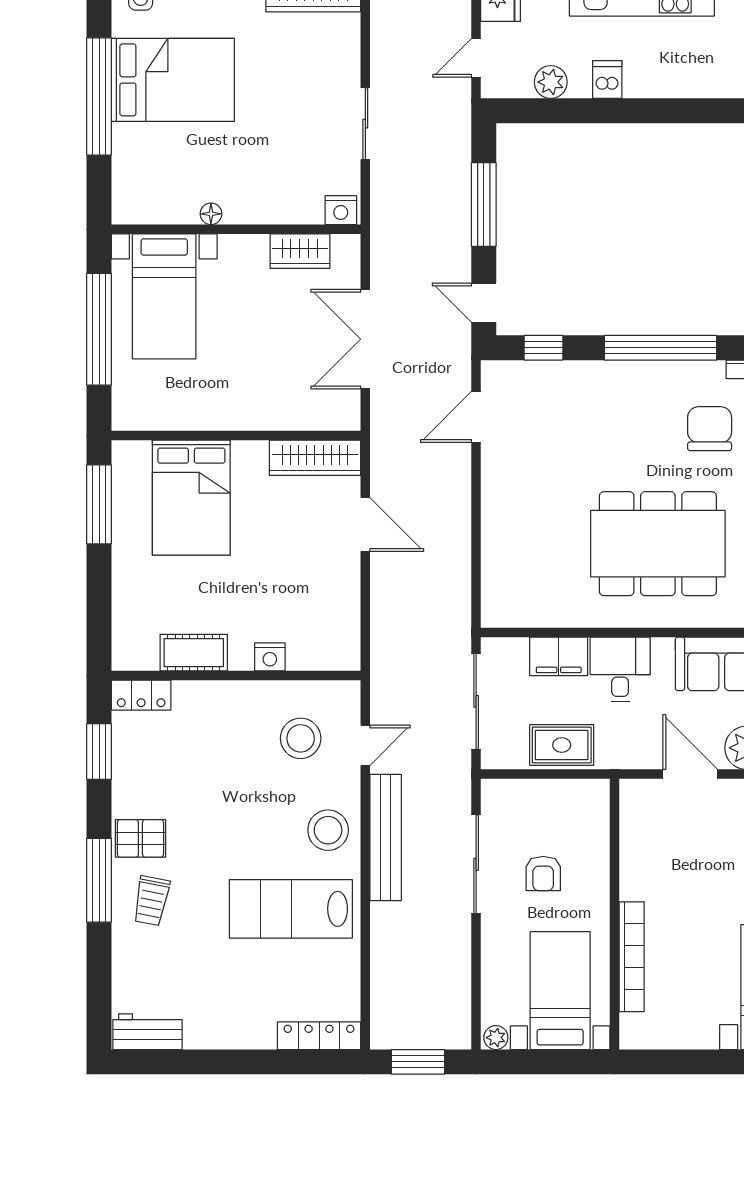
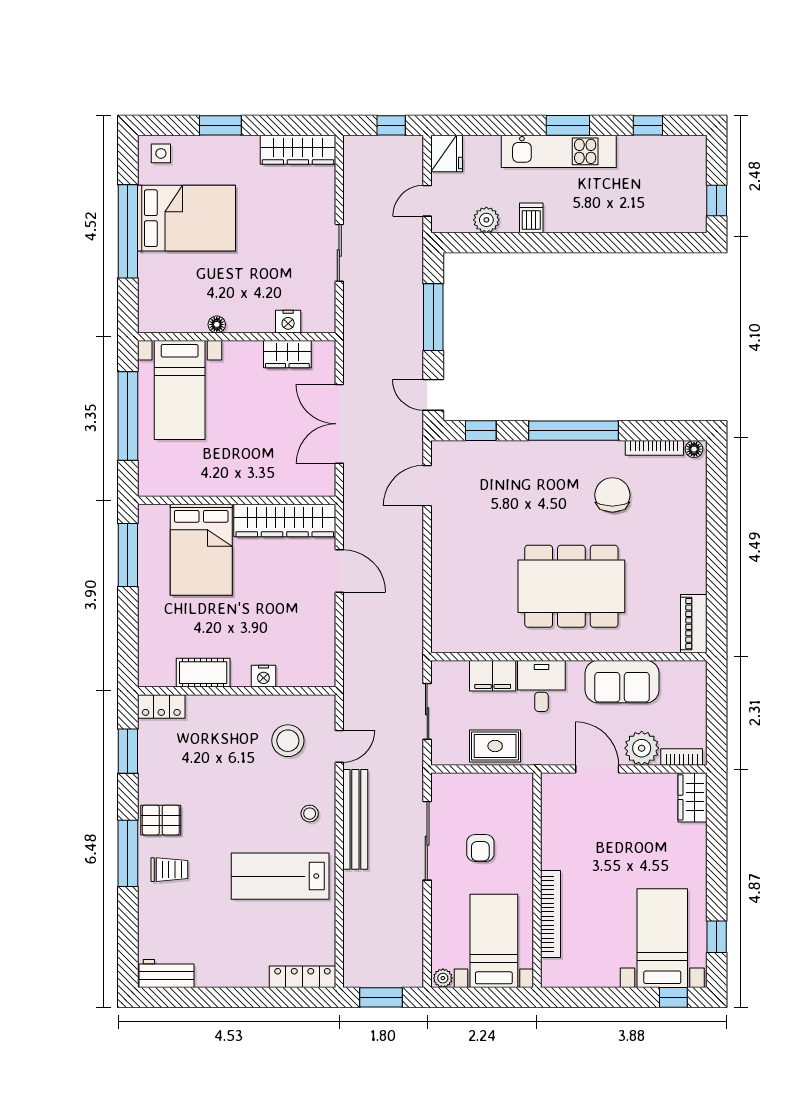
nightstand: (341, 210) -> (288, 322), moved
wardrobe: (315, 458) -> (285, 520), width x1.40, depth x1.17
sliding door: (476, 701) -> (427, 711), width x0.73
stool: (328, 830) -> (310, 814), width x0.53, depth x0.53
trolley: (151, 901) -> (169, 870), turned -101

